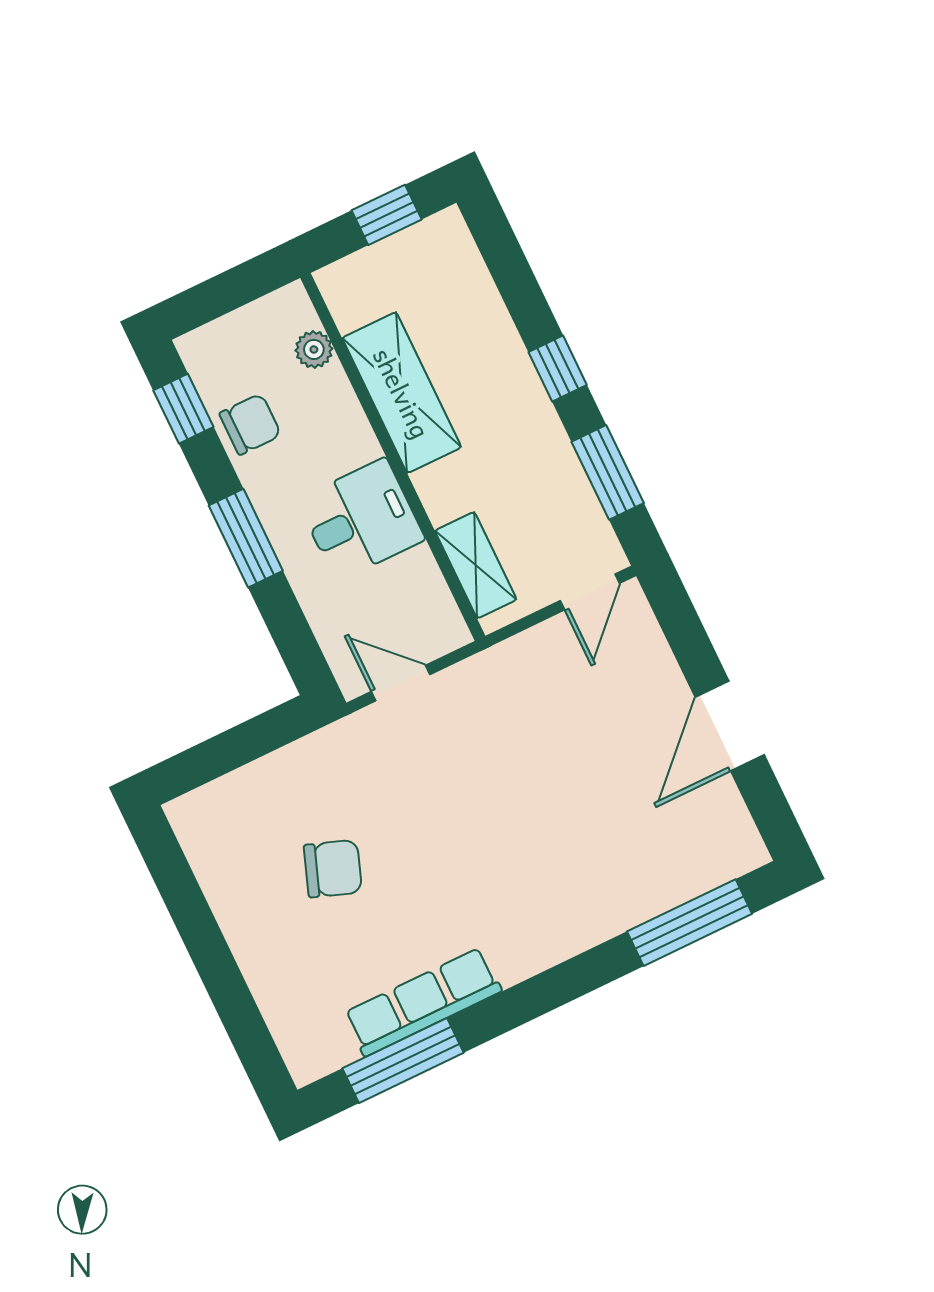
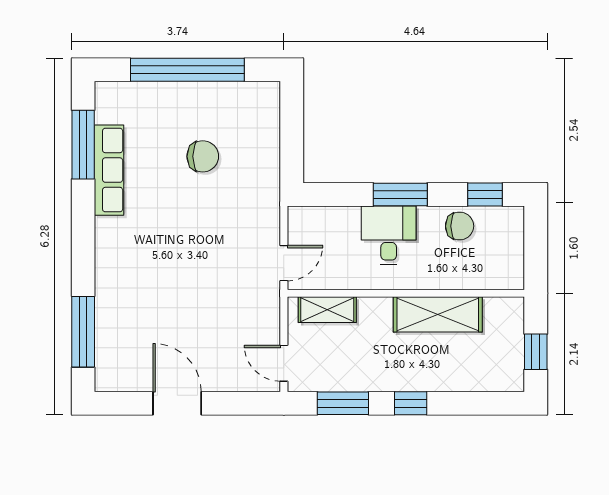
plant: (314, 349) -> (483, 279), removed
chair: (250, 424) -> (460, 226), turned -90
desk: (361, 520) -> (389, 235), moved, turned 180
door: (401, 683) -> (284, 263), moved
chair: (333, 869) -> (203, 156), turned -110
window: (212, 956) -> (187, 70), added

